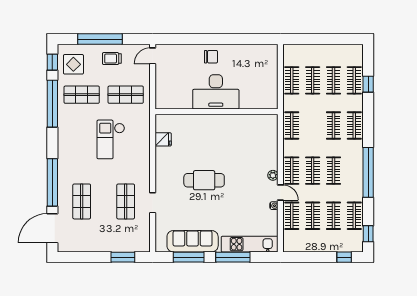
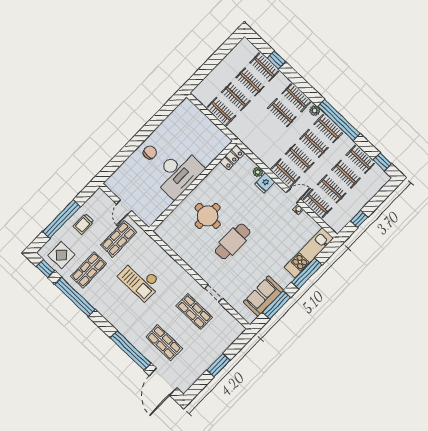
door: (153, 56) -> (124, 207), moved
locker: (265, 121) -> (232, 158), added
clothes rail: (292, 125) -> (328, 129), moved
fridge: (163, 139) -> (265, 183), moved, turned 180
round table: (205, 144) -> (208, 216), added
plant: (358, 148) -> (315, 111), added
plant: (273, 175) -> (258, 172), moved
sofa: (193, 241) -> (263, 296), width x0.73
window: (123, 257) -> (218, 365), moved
window: (344, 257) -> (359, 219), moved

